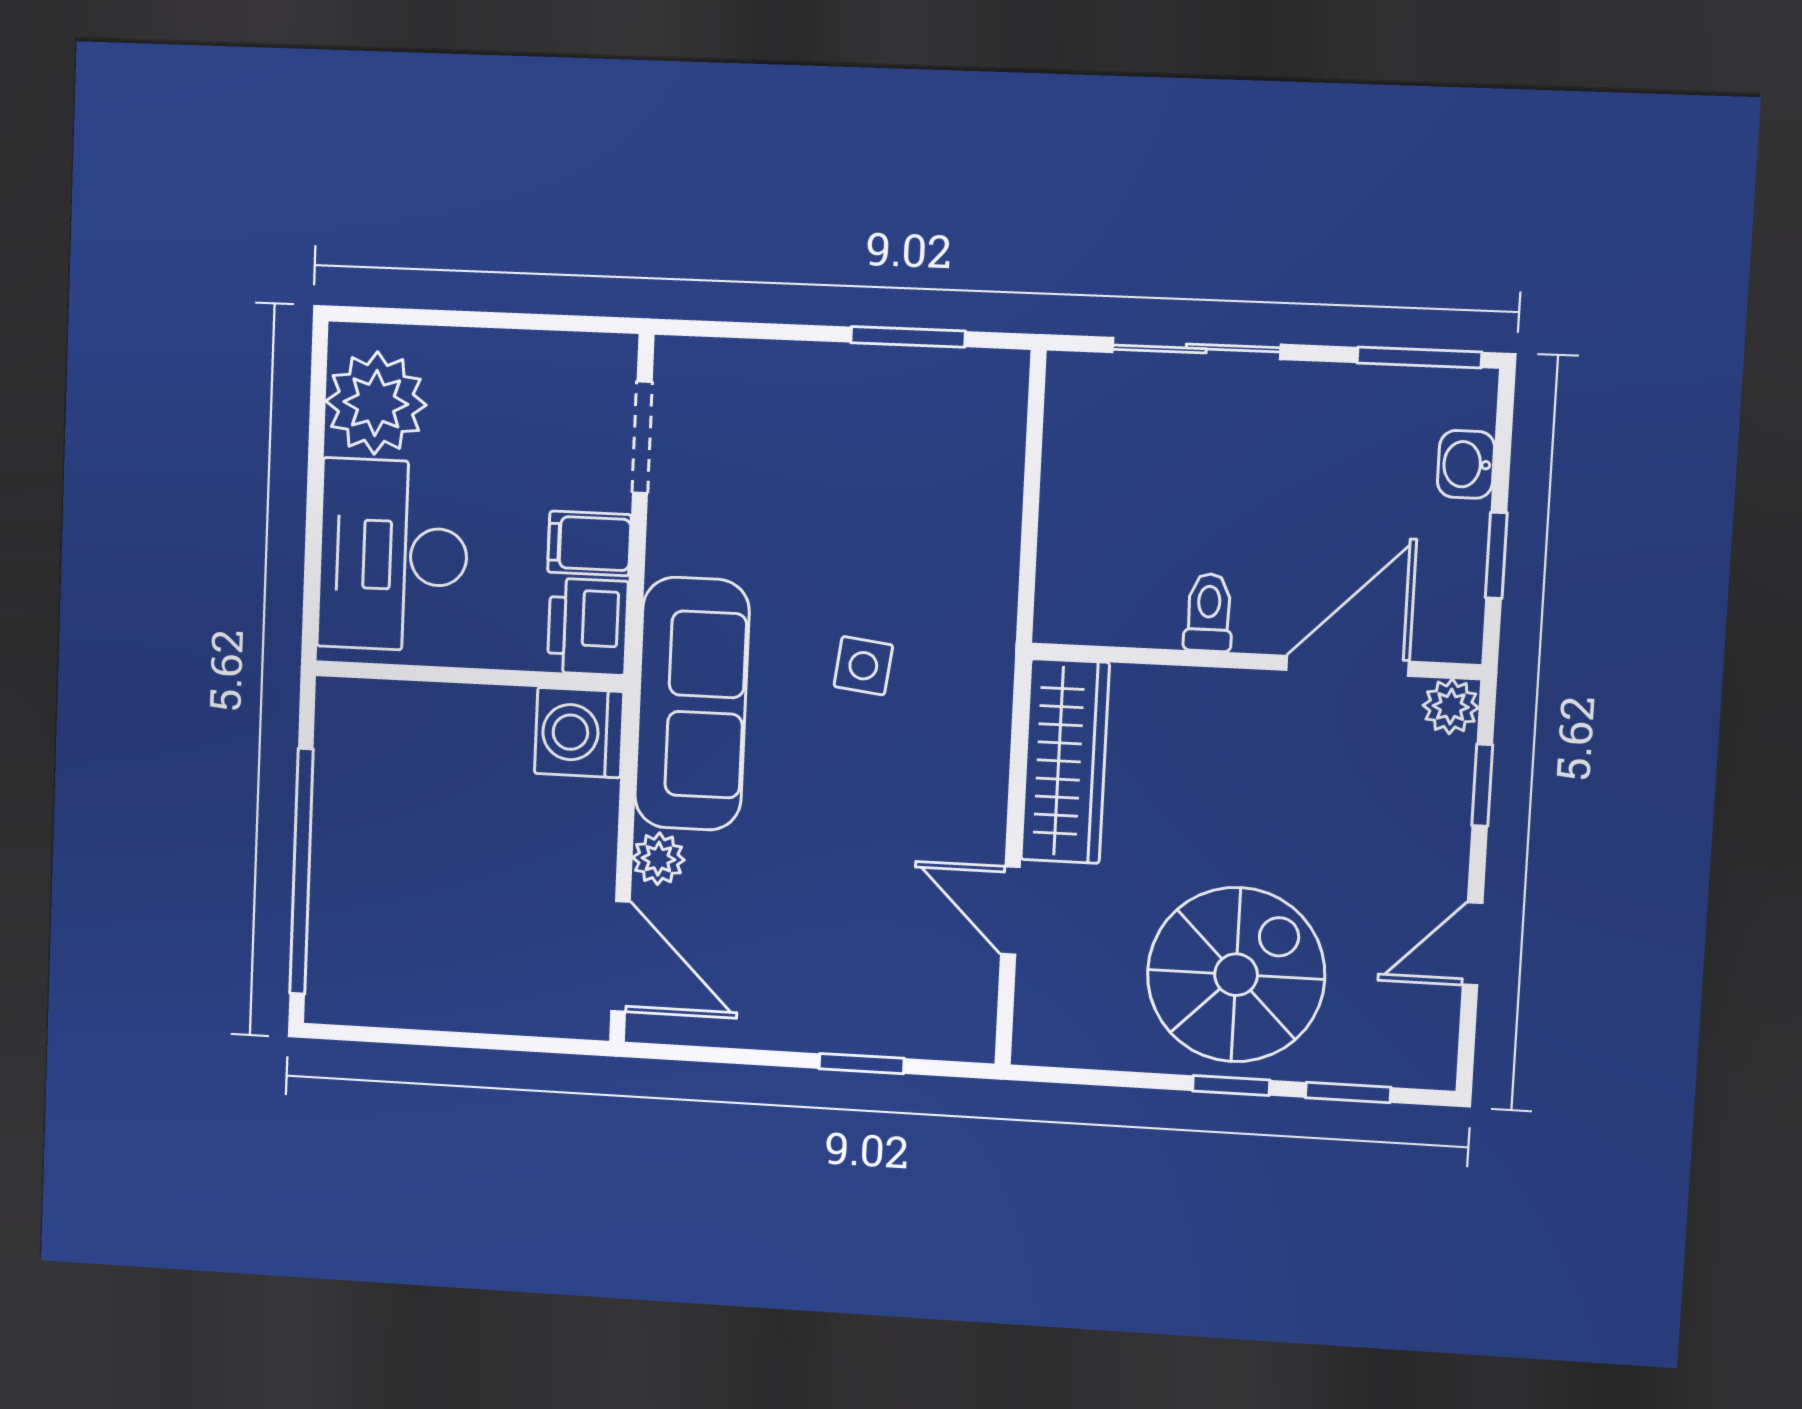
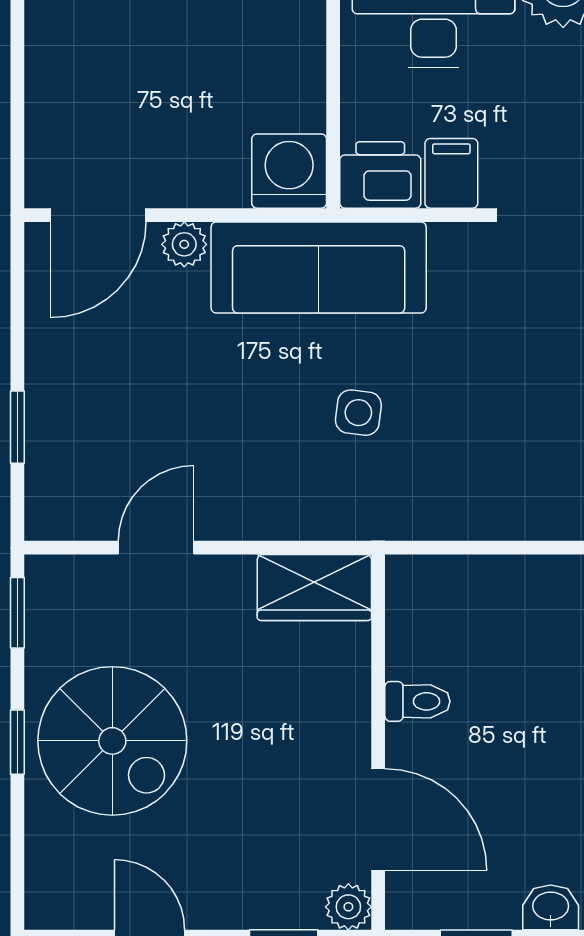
wardrobe: (1065, 761) -> (314, 587), width x0.67
window: (1348, 1092) -> (17, 613), moved

